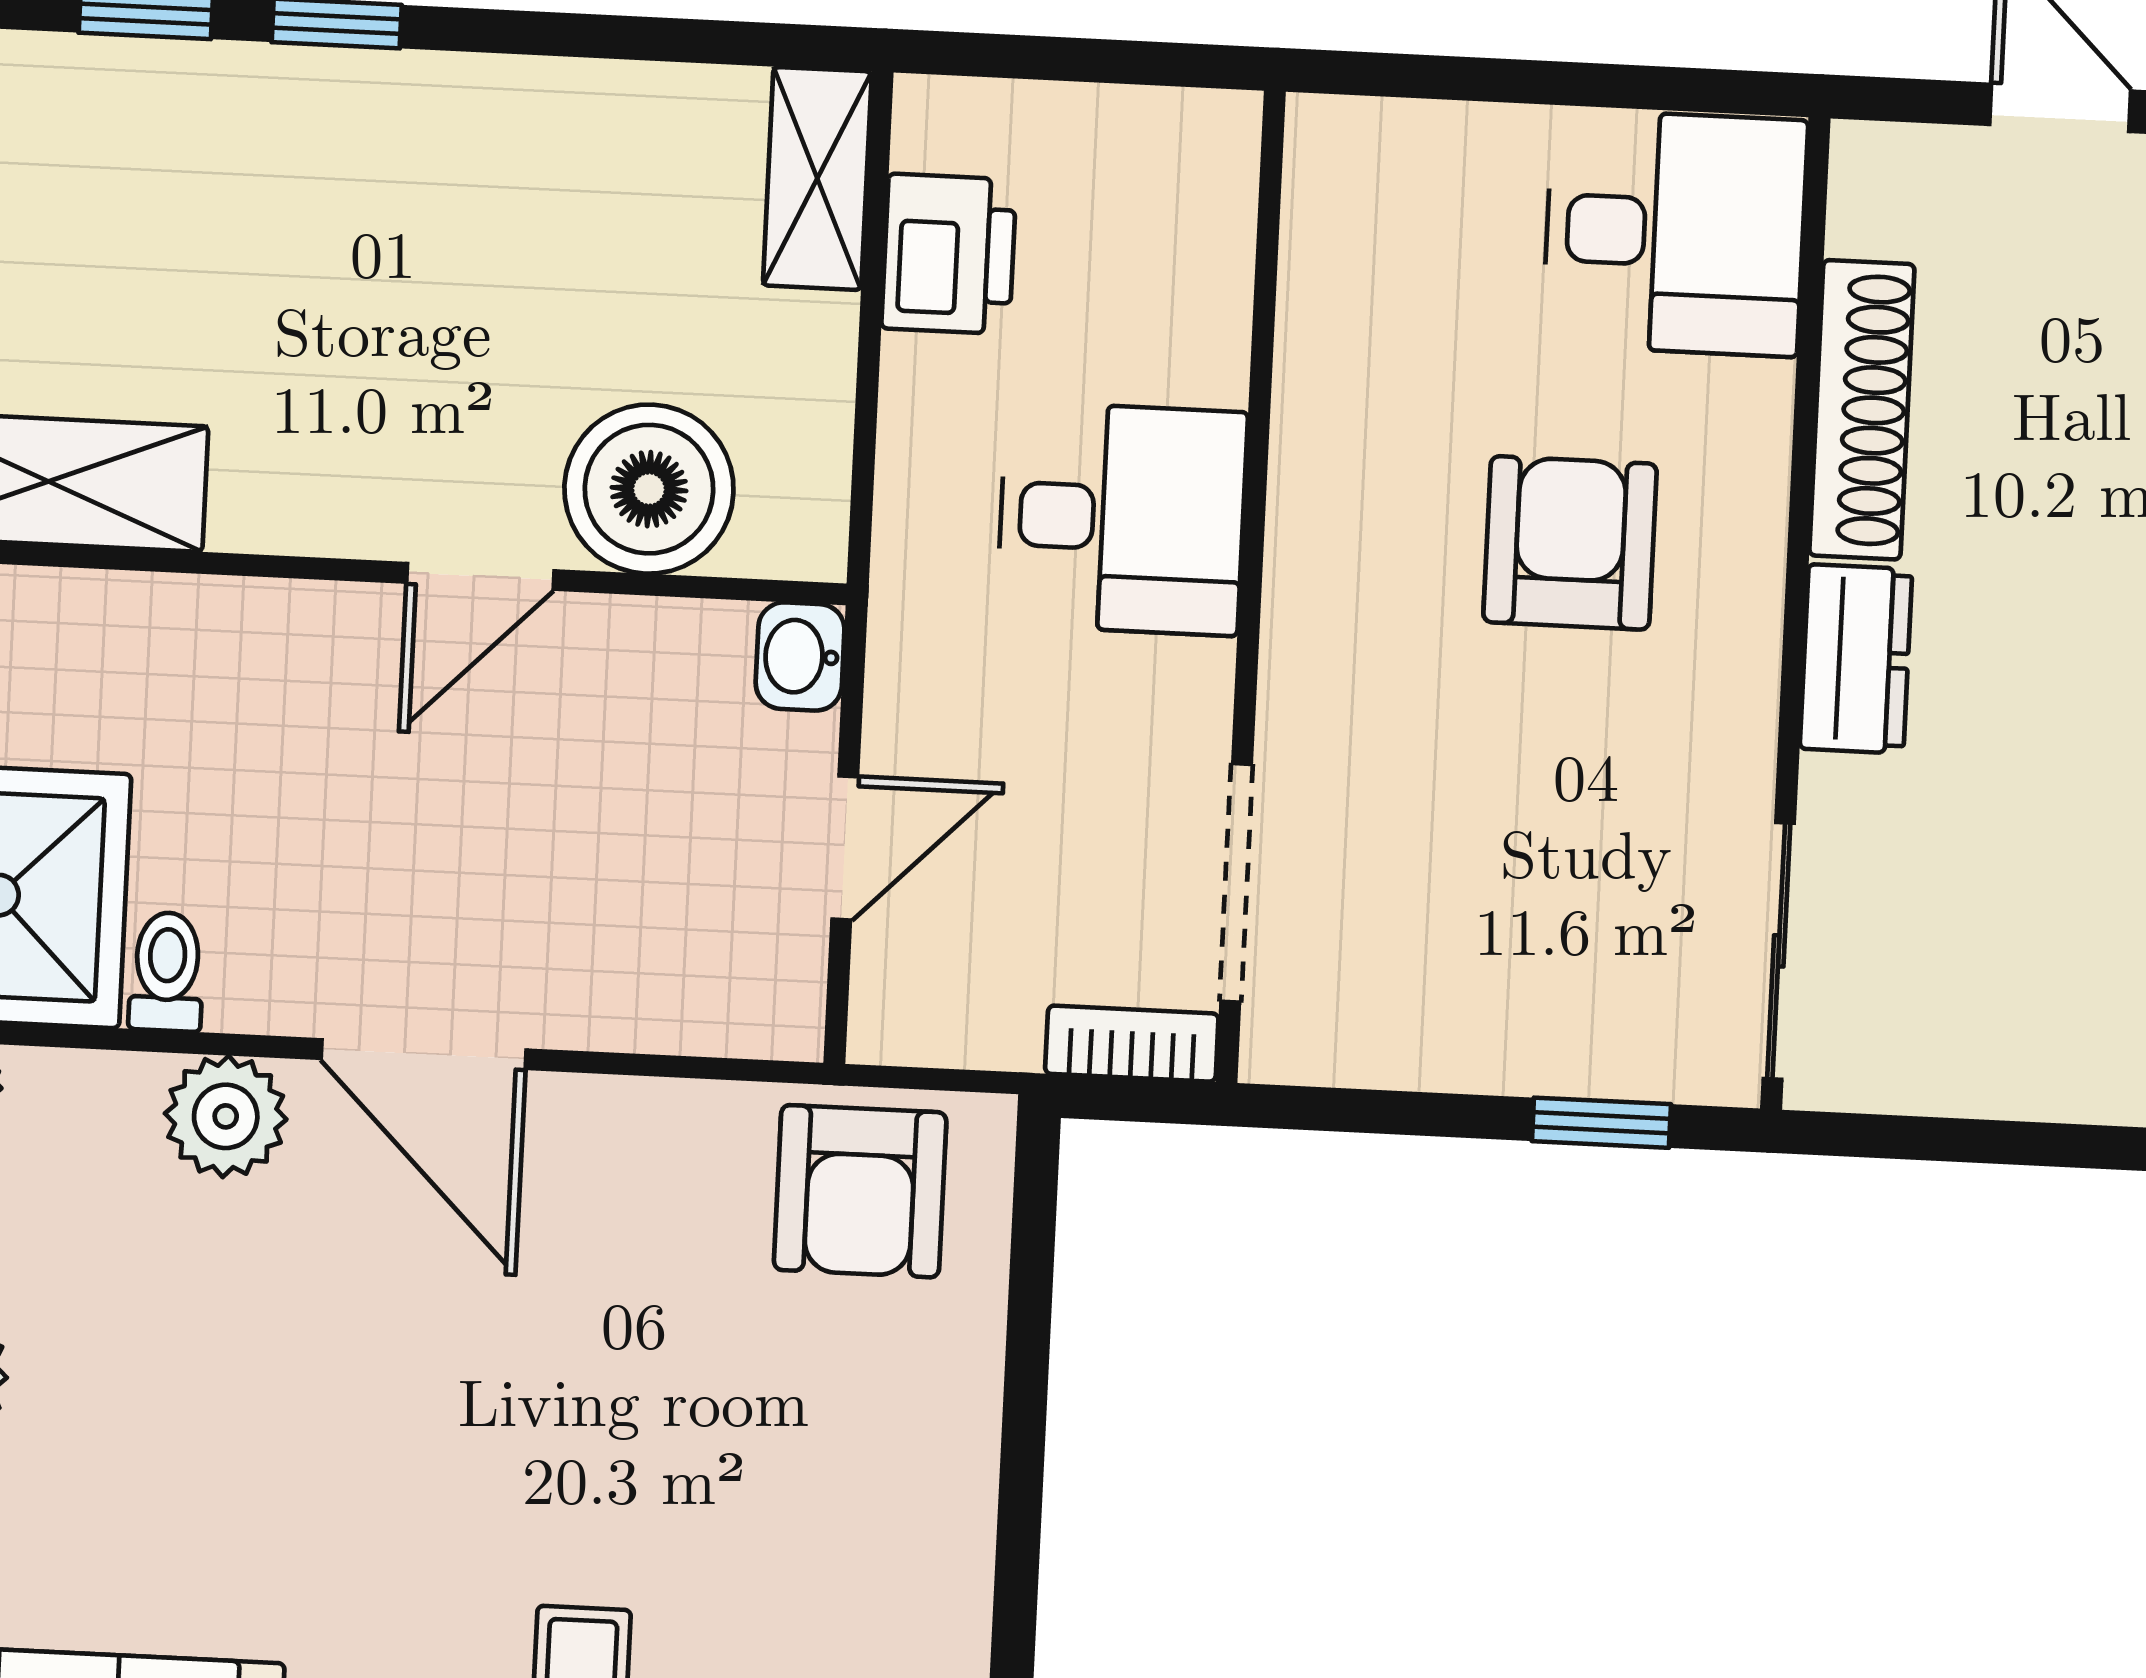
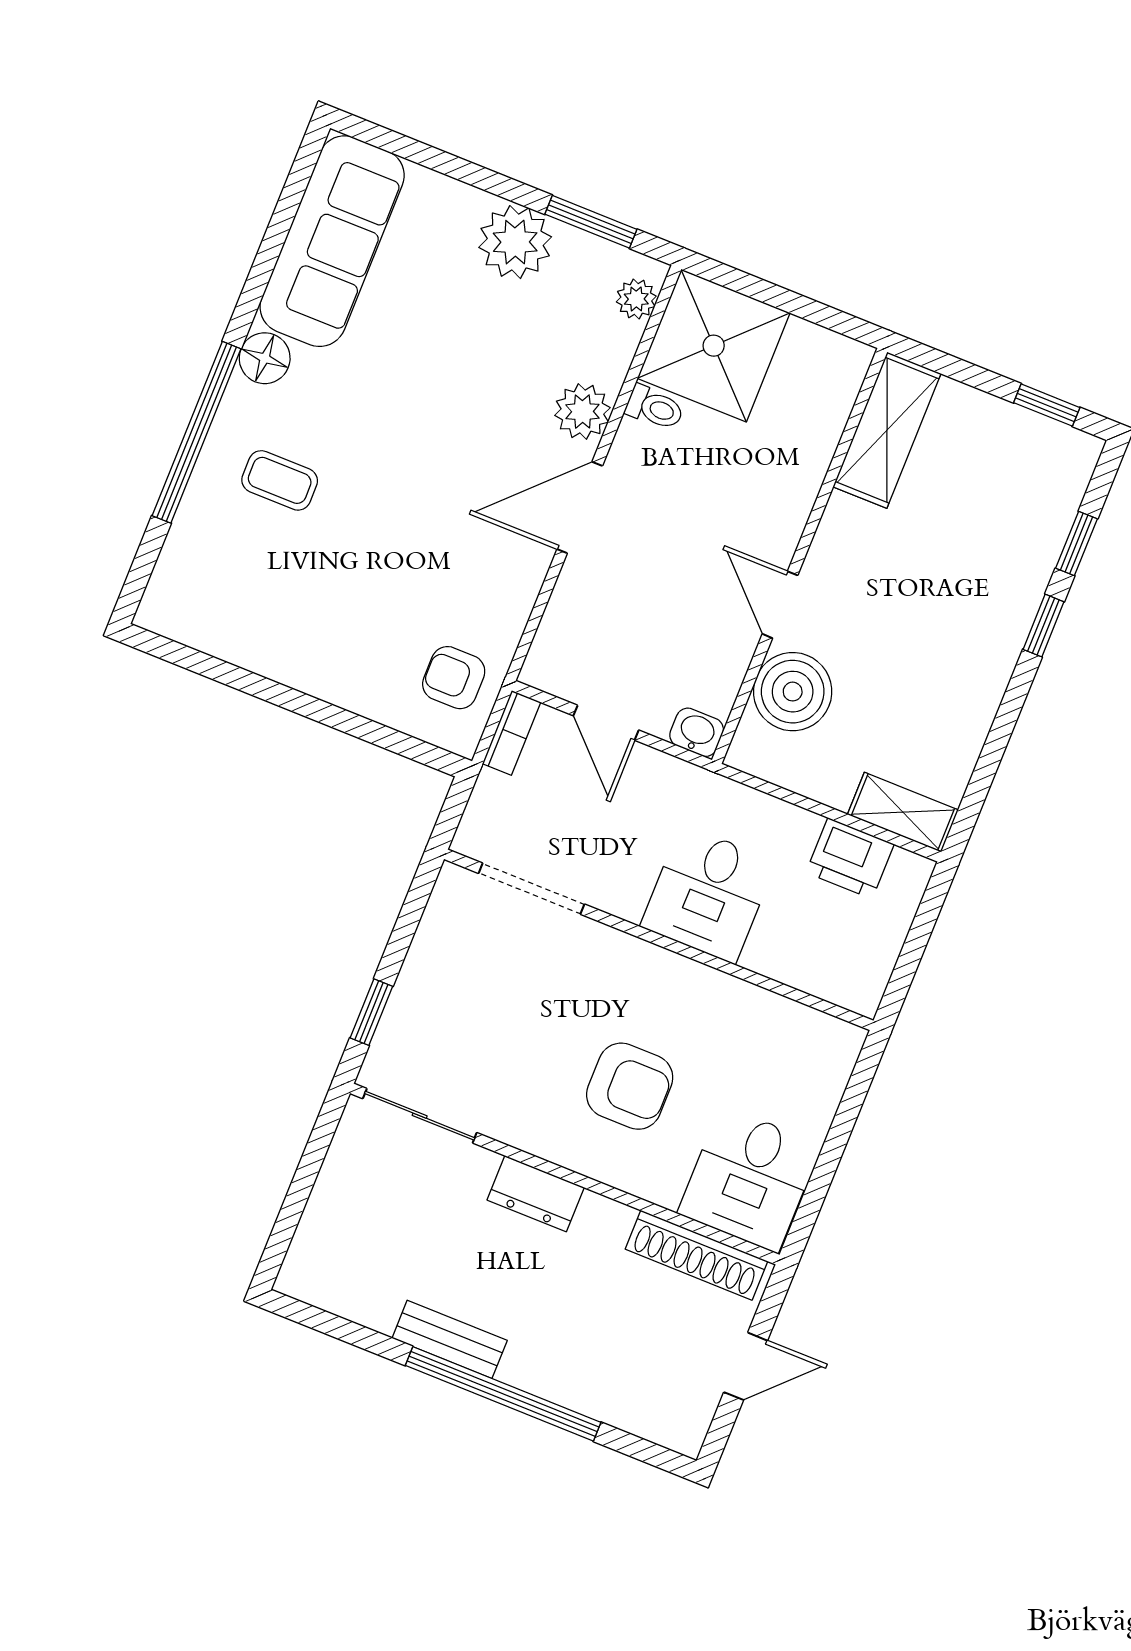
shoe rack: (1862, 410) -> (696, 1255), moved
bookcase: (1132, 1044) -> (512, 733), moved
armchair: (860, 1191) -> (454, 678), width x0.72, depth x0.72

